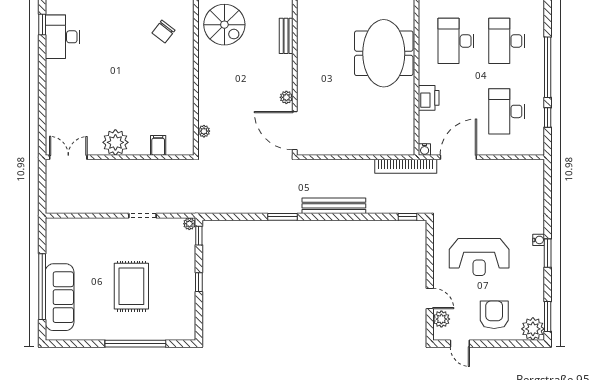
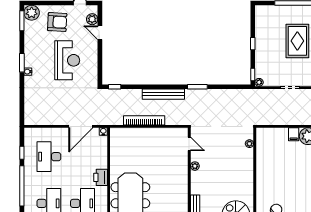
printer: (429, 98) -> (101, 177), moved
desk: (507, 111) -> (49, 157), turned 180
door: (295, 131) -> (189, 144), width x0.53
filing cabinet: (158, 145) -> (294, 134), moved
bookcase: (406, 166) -> (144, 120), moved
reception desk: (479, 257) -> (67, 60), turned 90
armchair: (494, 315) -> (57, 22), turned -87

